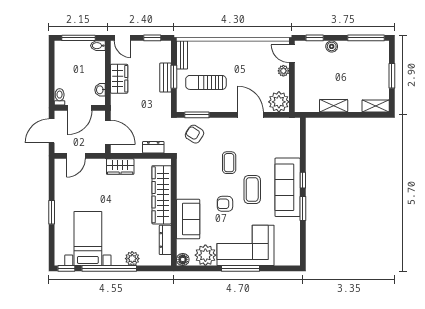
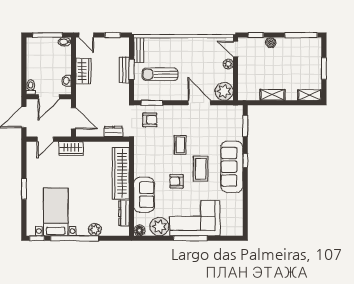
armchair: (194, 134) -> (150, 120), turned 147
wardrobe: (120, 167) -> (71, 148), moved
window: (303, 208) -> (245, 126), moved

